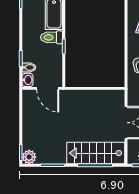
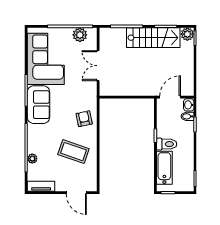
door: (48, 88) -> (170, 97), hinge flipped
stairs: (96, 153) -> (153, 38), moved

